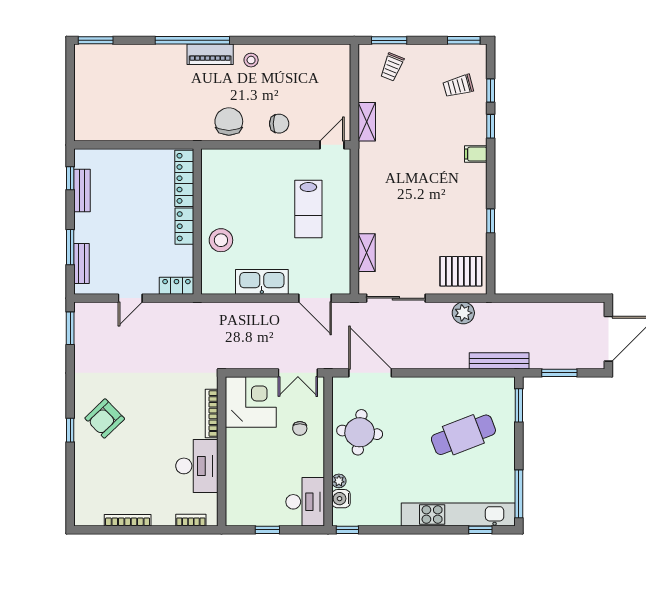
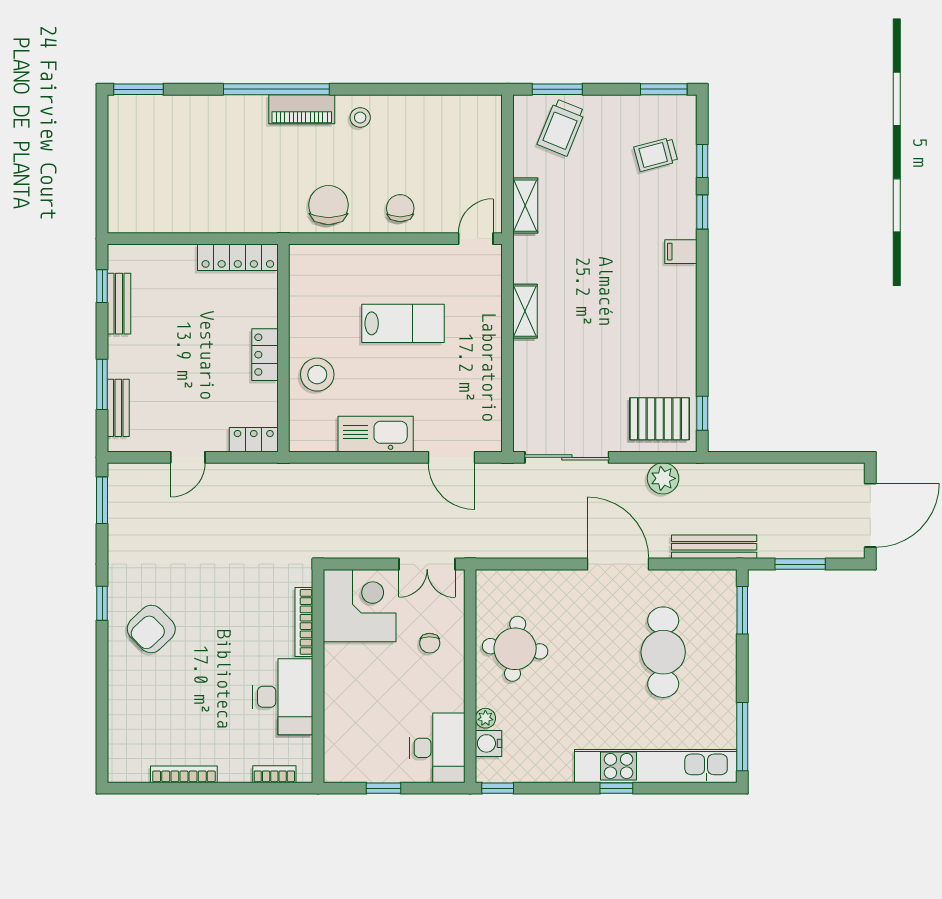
trolley: (392, 67) -> (561, 127), width x1.36, depth x1.39
chair: (279, 124) -> (400, 208), turned -90
locker: (184, 178) -> (238, 257), moved, turned -90
lab bench: (308, 209) -> (403, 323), moved, turned -90
window: (491, 221) -> (702, 413), moved
shelving: (367, 253) -> (525, 311), moved
door: (370, 373) -> (618, 564), moved
window: (70, 430) -> (102, 603), moved
cafe table: (463, 435) -> (663, 652), turned -69
window: (480, 530) -> (616, 788), moved

